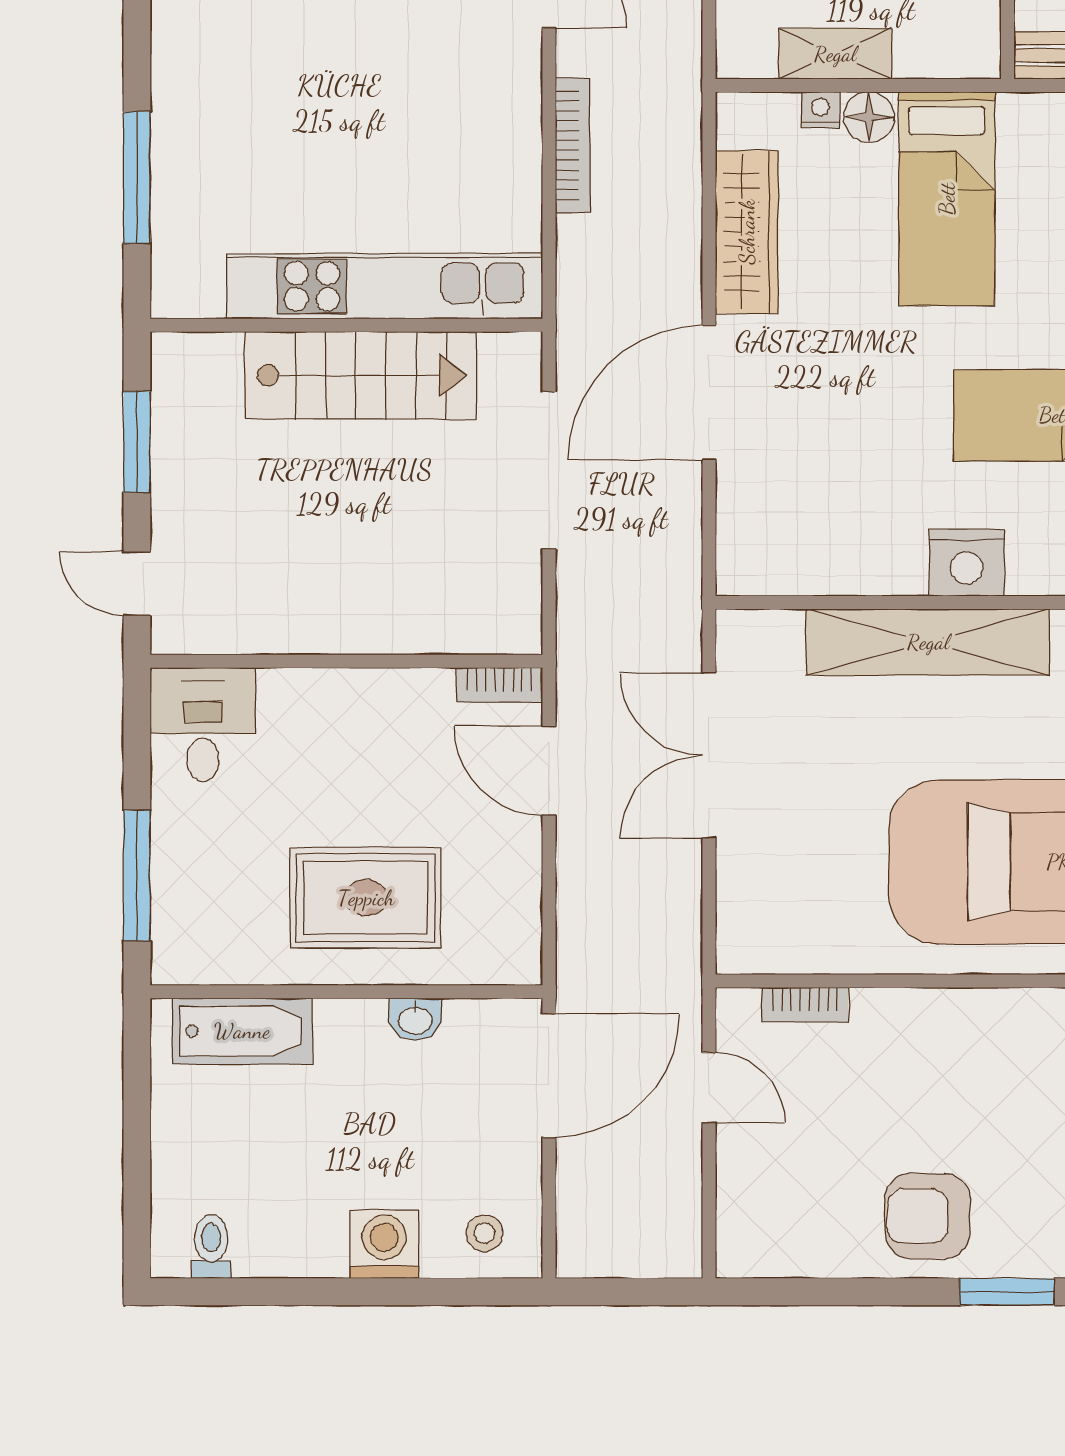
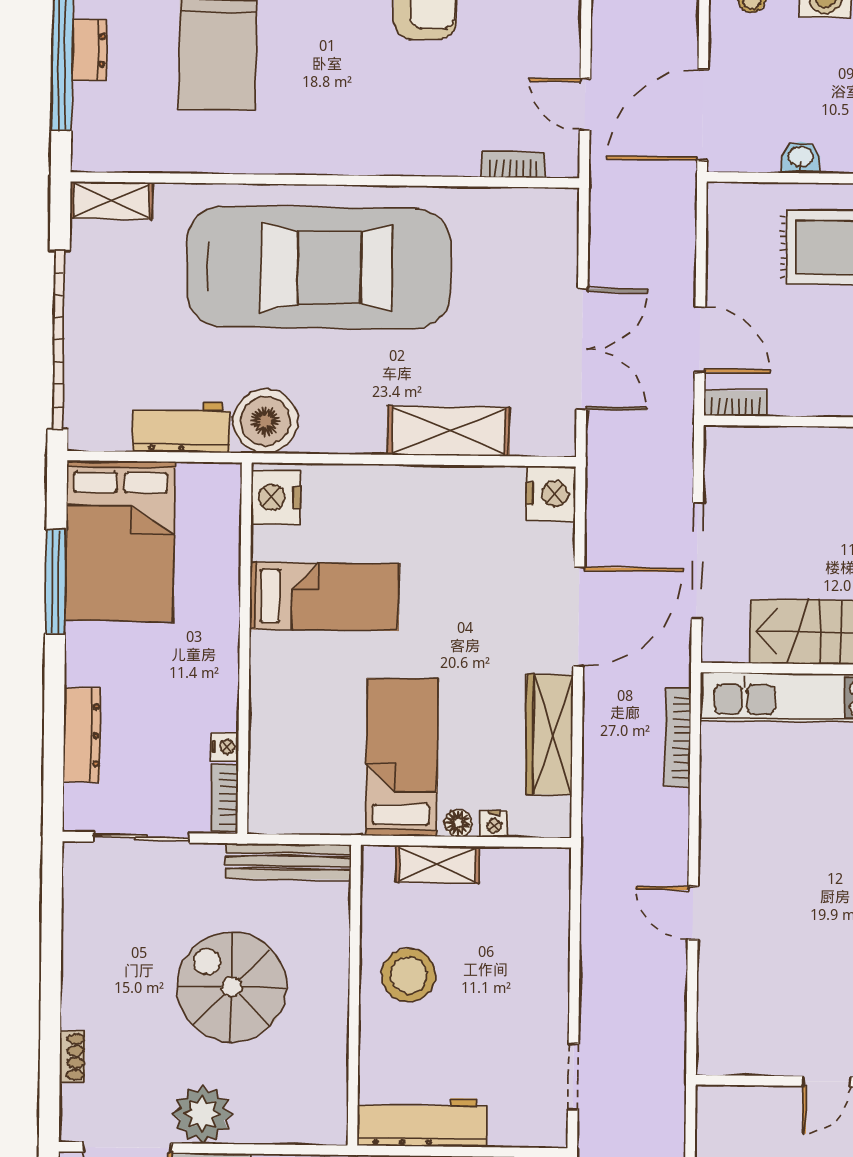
shelving: (835, 54) -> (438, 864), moved
floor lamp: (869, 117) -> (458, 823), width x0.73, depth x0.73
bookcase: (573, 145) -> (678, 737), moved
nightstand: (967, 563) -> (551, 494), moved, turned 90
shelving: (928, 642) -> (448, 431), width x0.68

